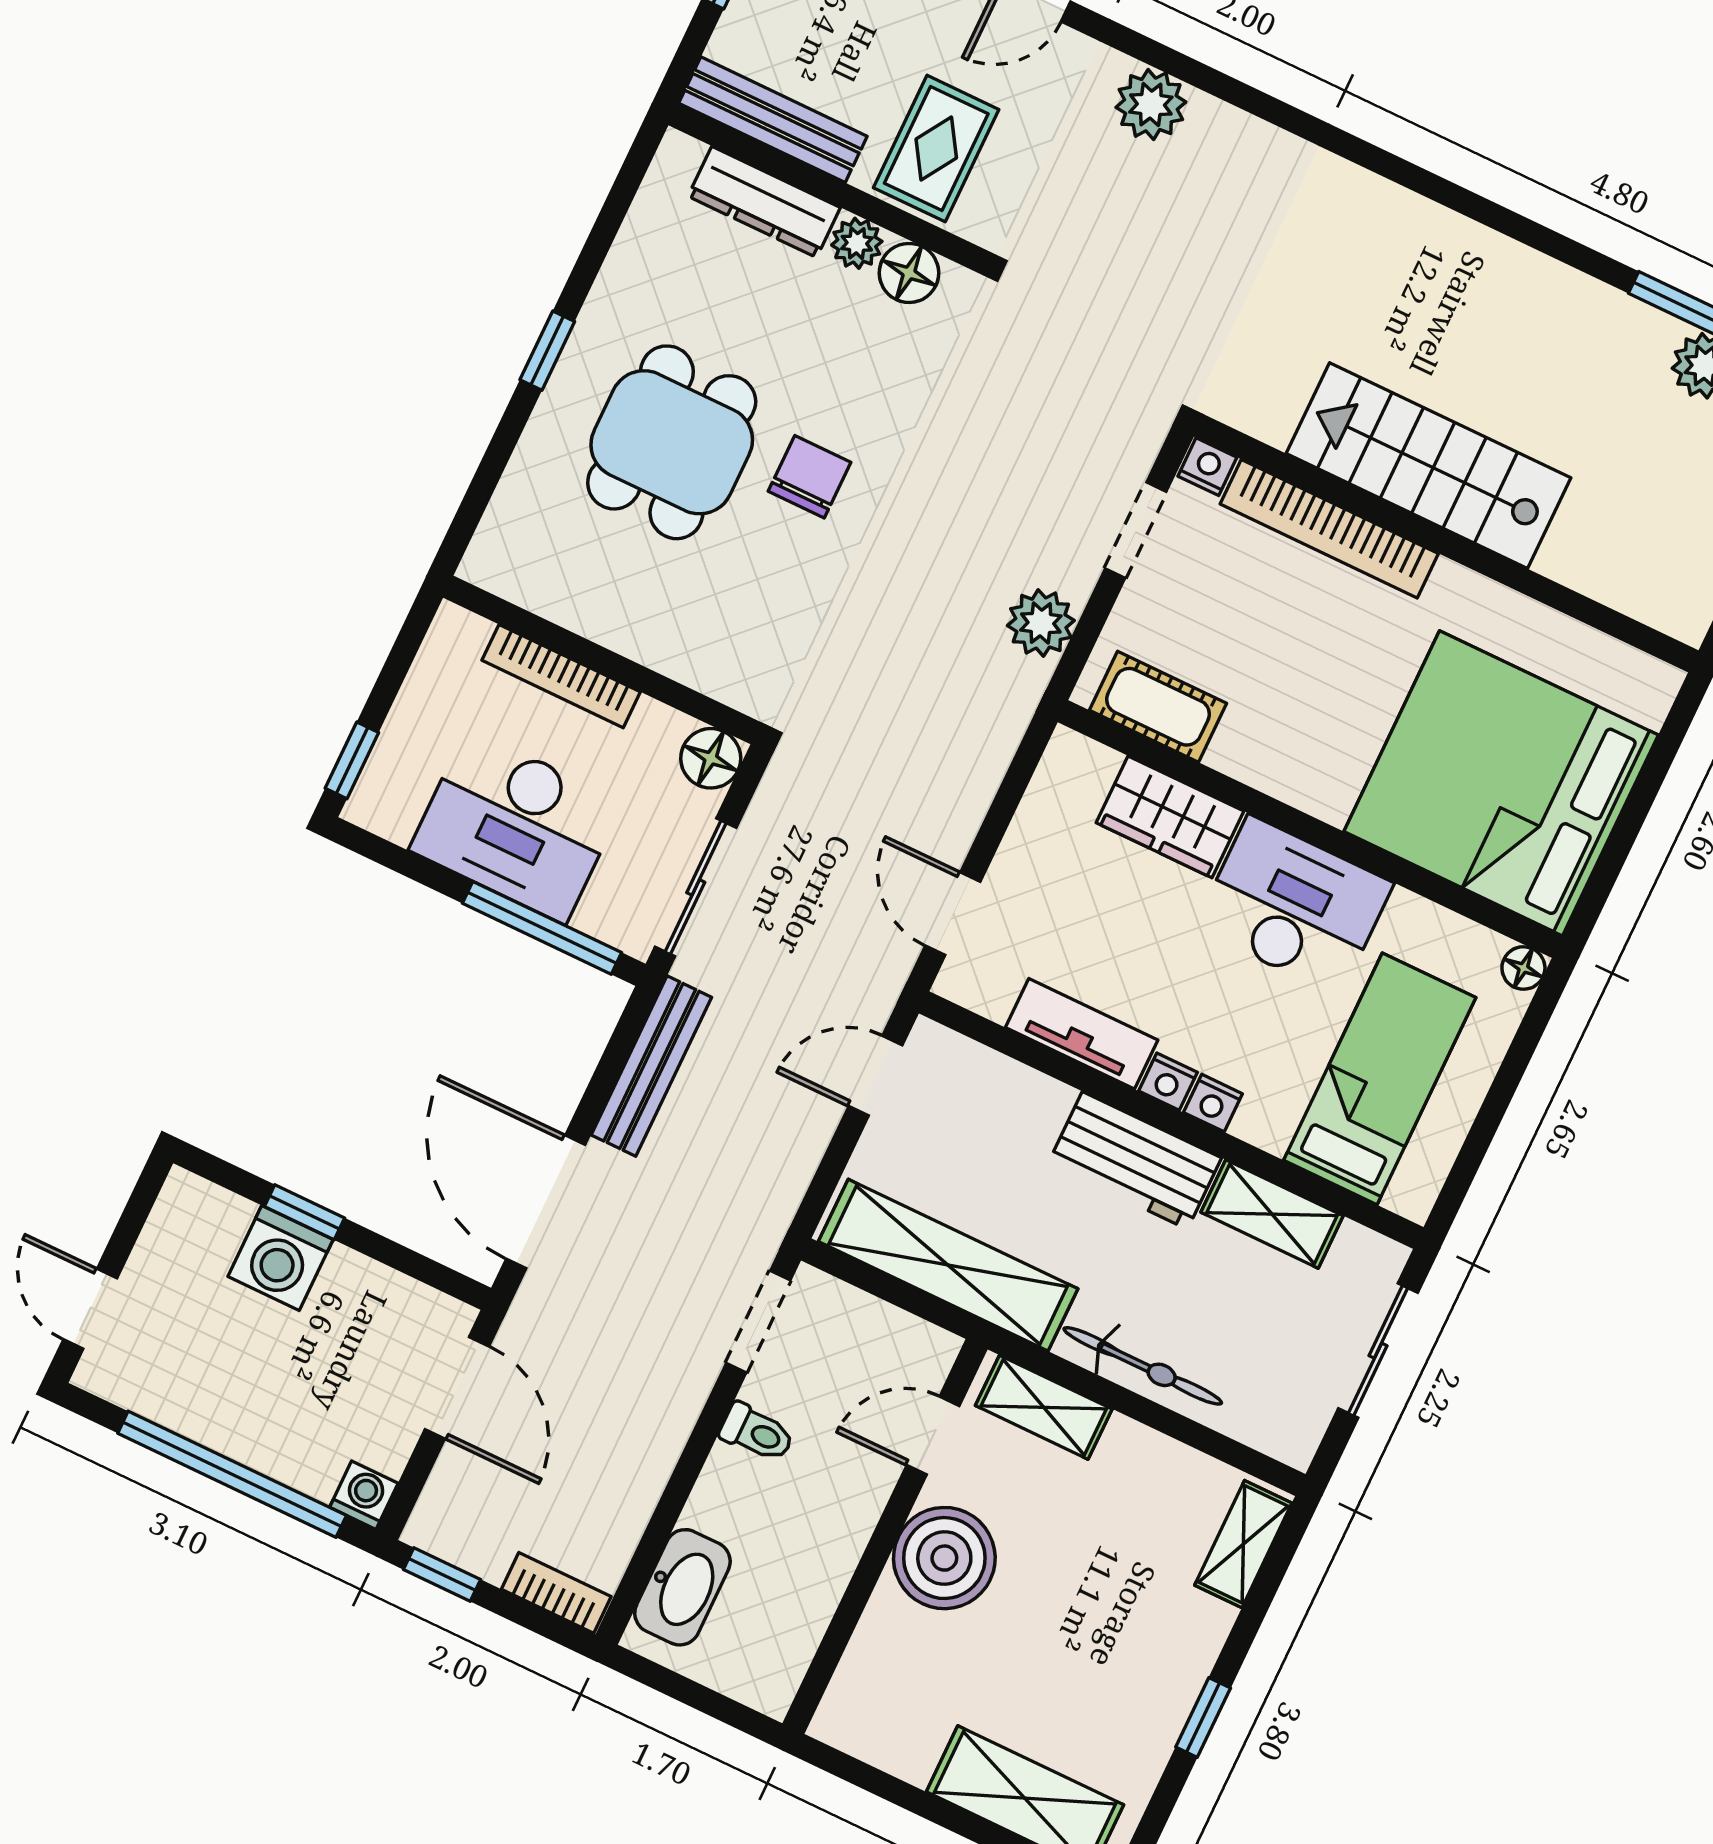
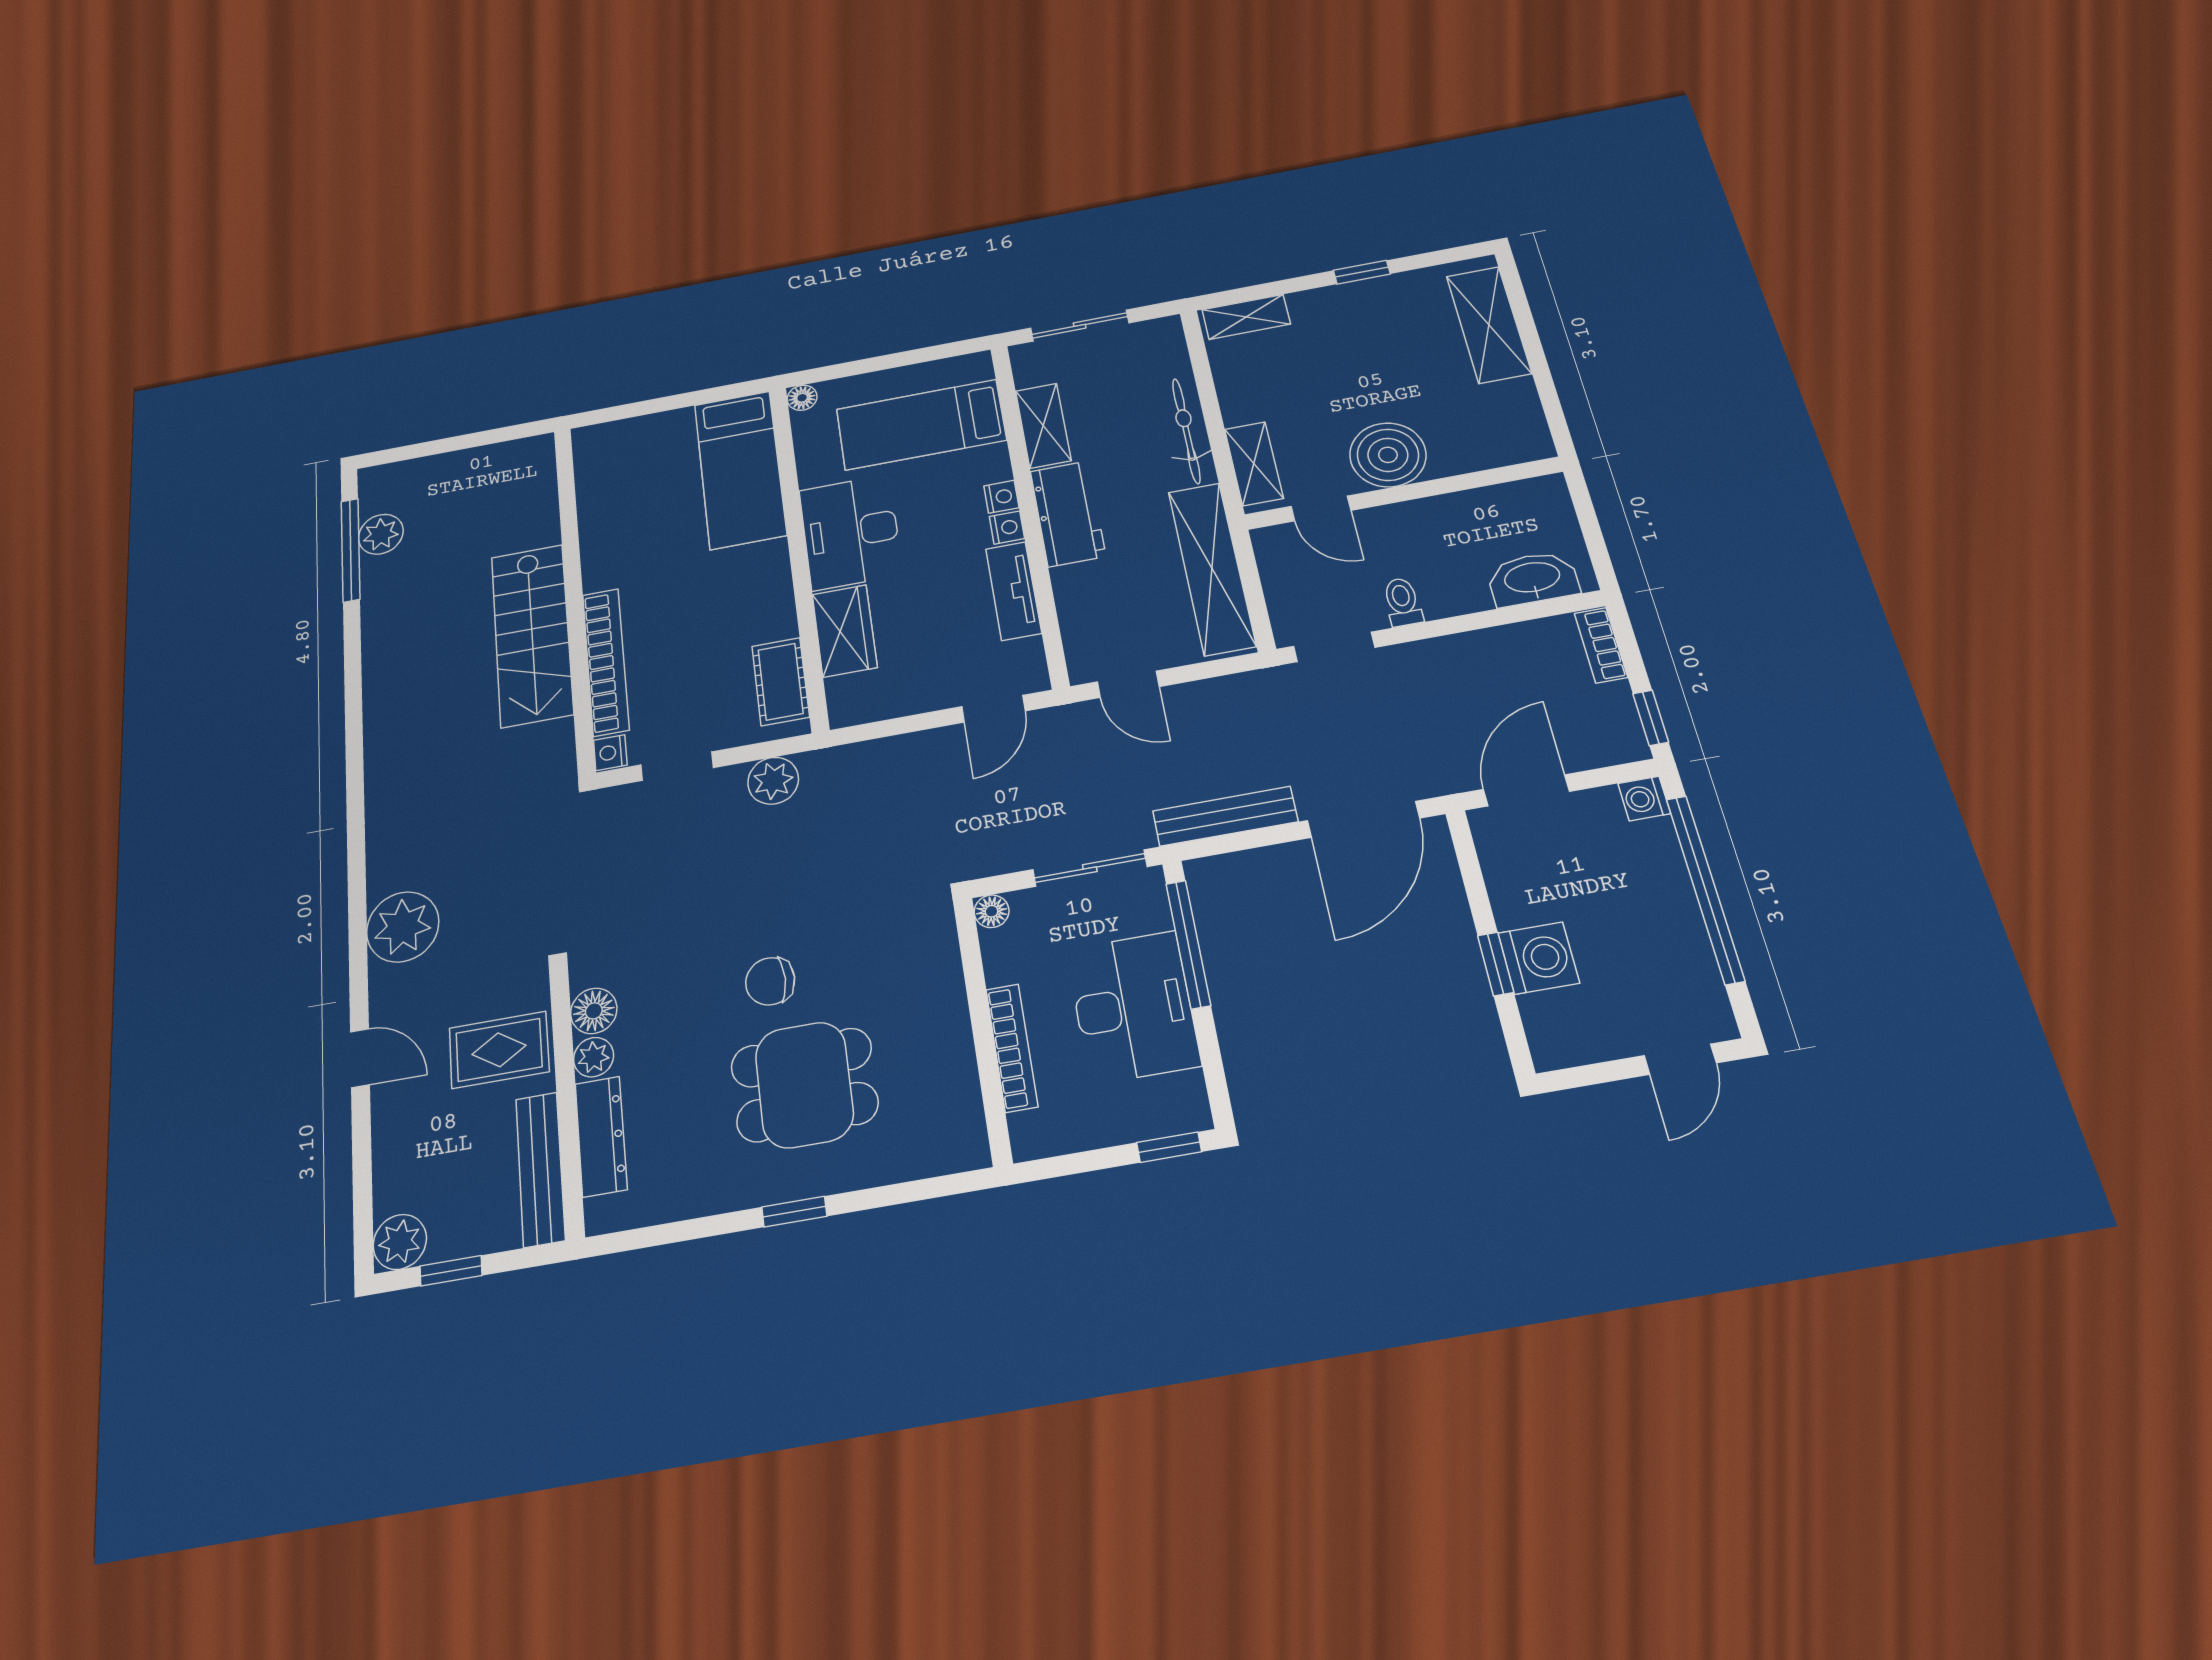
plant: (1151, 105) -> (403, 927), width x1.36, depth x1.36
floor lamp: (711, 758) -> (992, 911), width x0.73, depth x0.73
bed: (1501, 783) -> (740, 469), width x0.49

